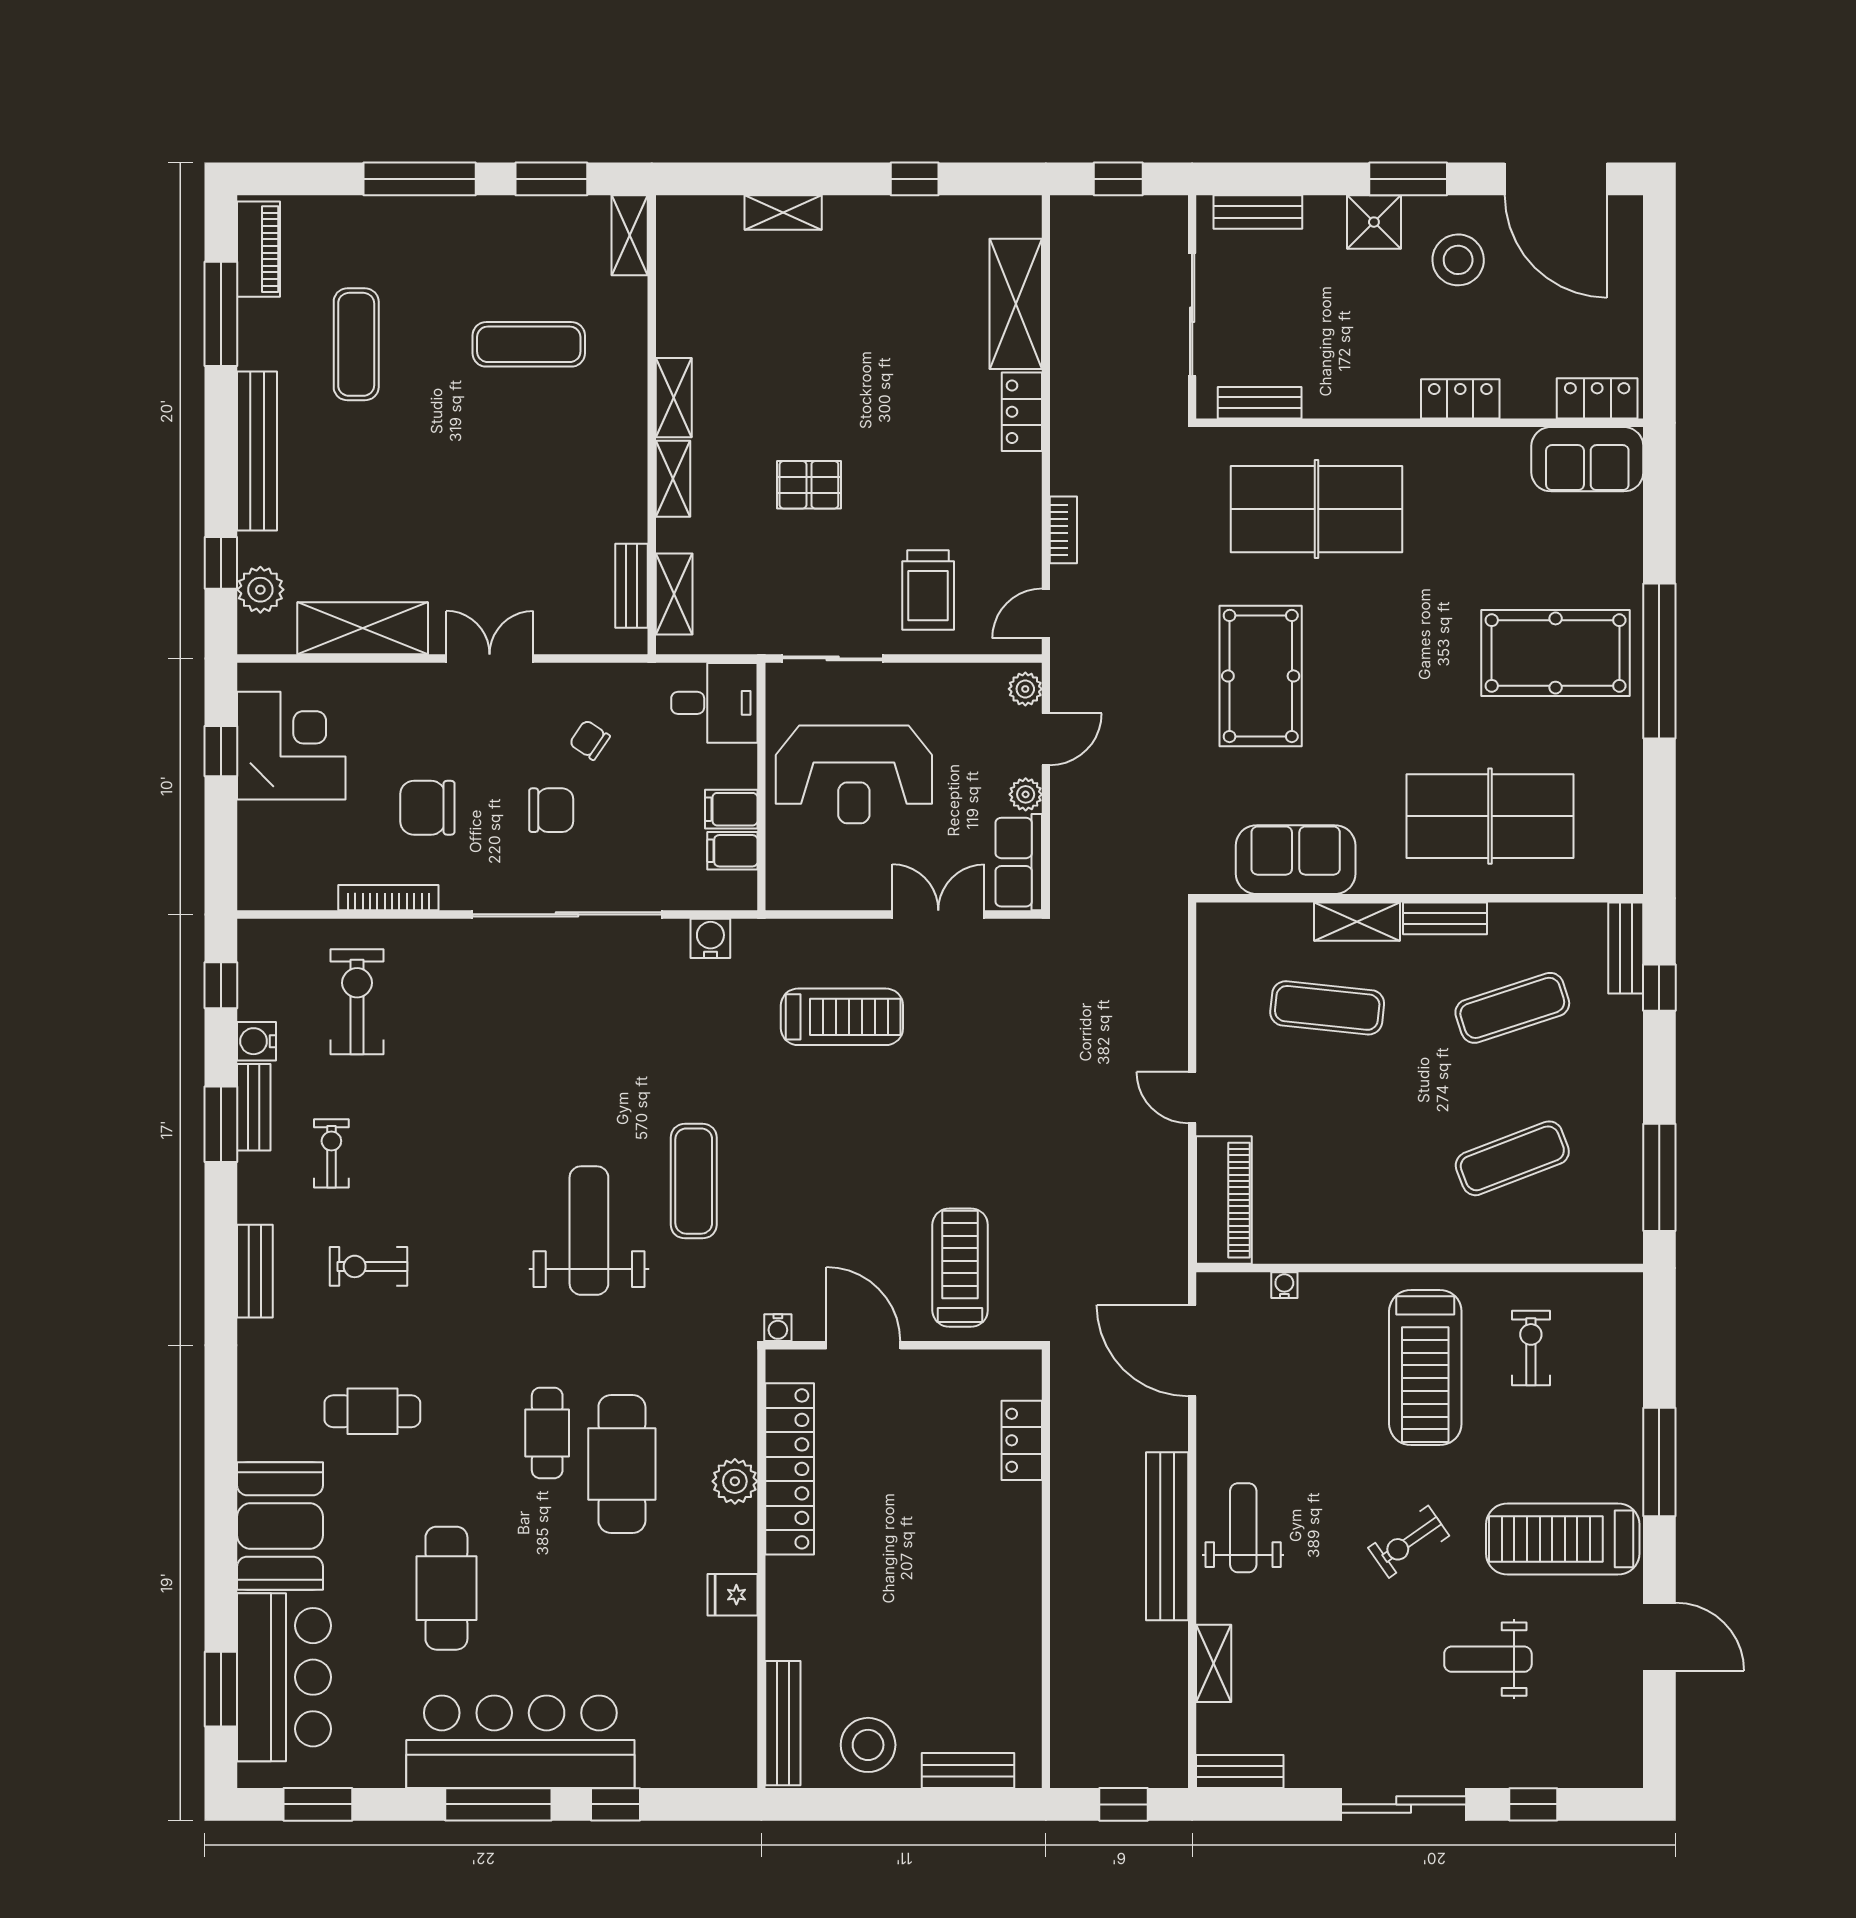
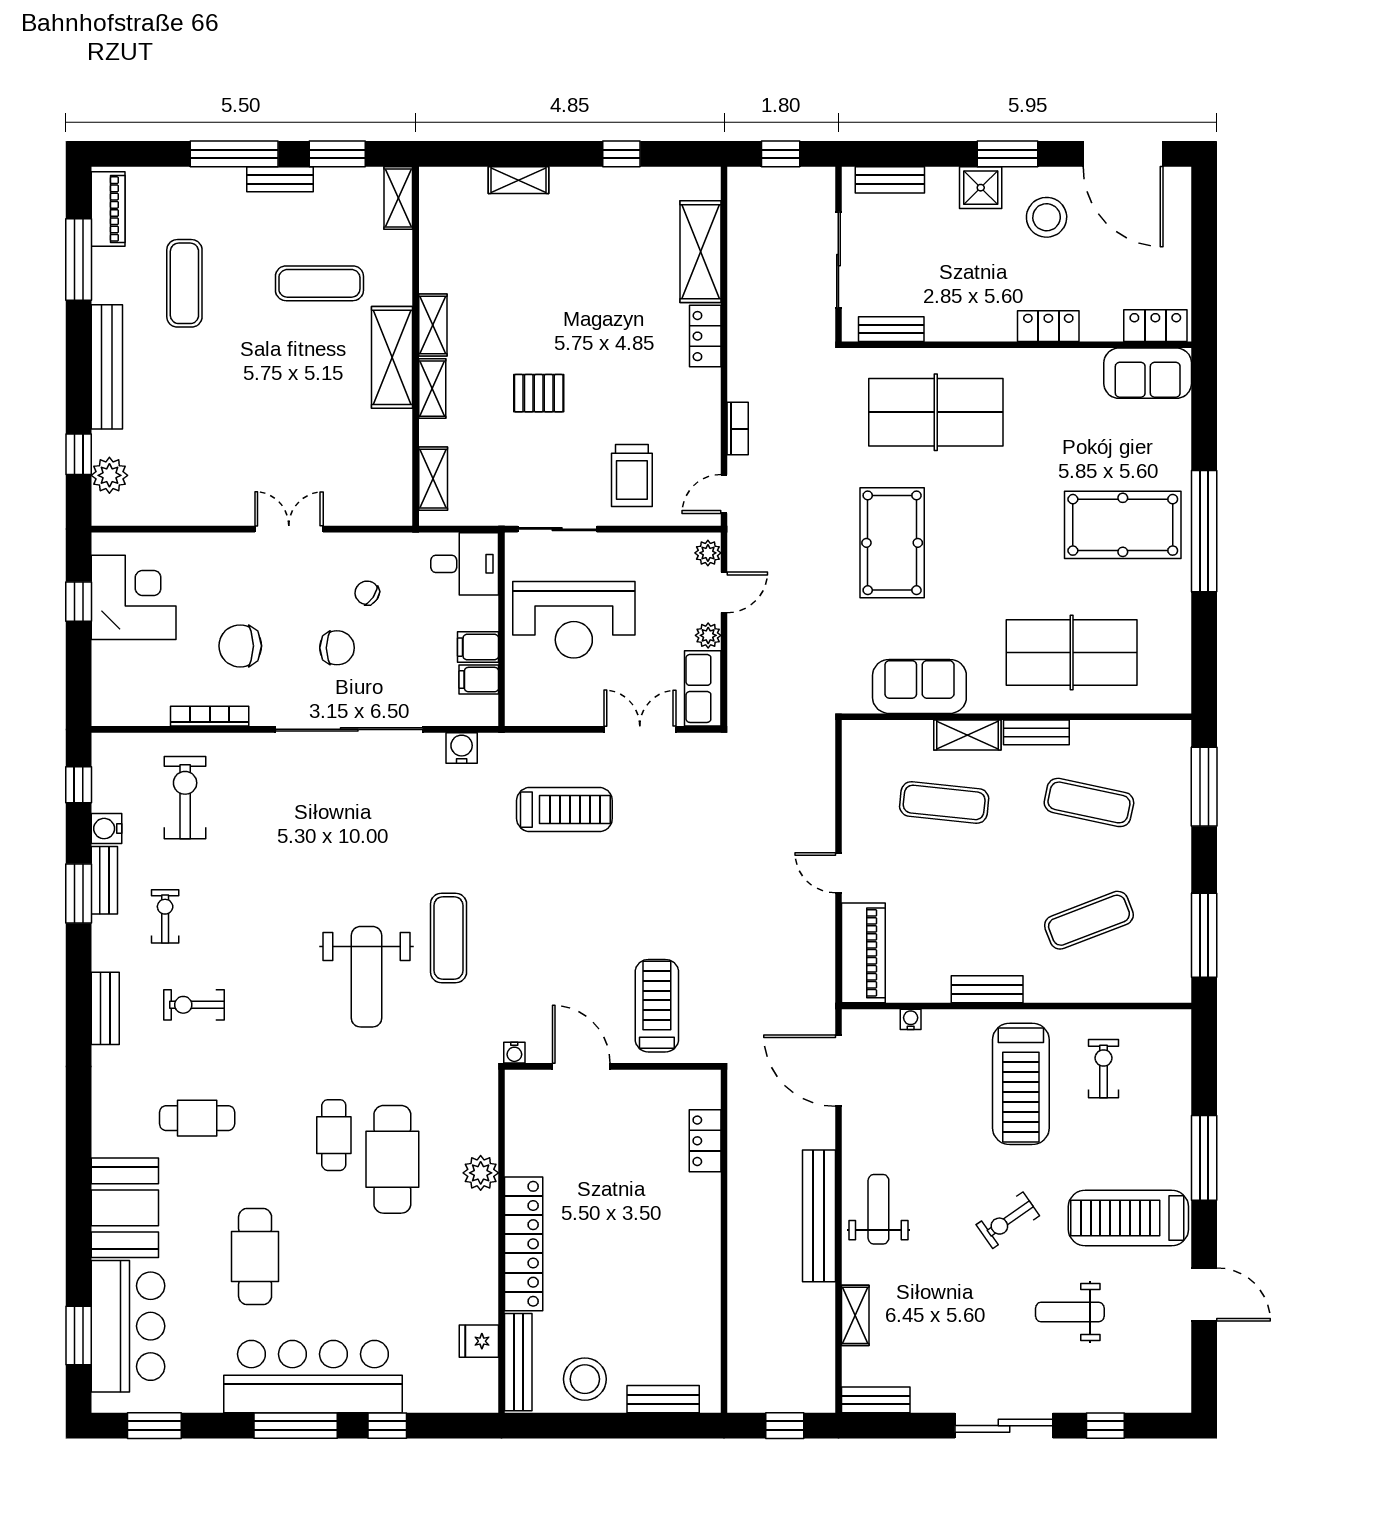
bench: (632, 586) -> (280, 179), moved, turned 90
shelving: (363, 628) -> (392, 357), moved, turned 90
bench: (1626, 948) -> (987, 989), moved, turned 90
window: (1659, 988) -> (1204, 787), width x2.17
exercise mat: (1512, 1008) -> (1089, 802), turned 30
weight bench: (589, 1231) -> (367, 977), turned 180
locker: (790, 1469) -> (524, 1244), moved
fridge: (733, 1595) -> (479, 1341), moved

